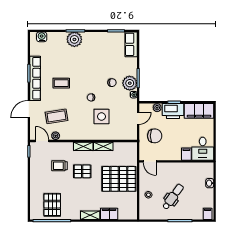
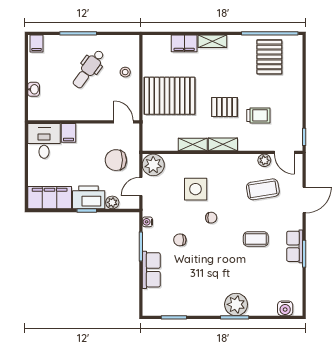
row of seats: (131, 44) -> (151, 270), moved
row of seats: (35, 78) -> (295, 246), width x0.50
plant: (130, 83) -> (153, 165), moved

